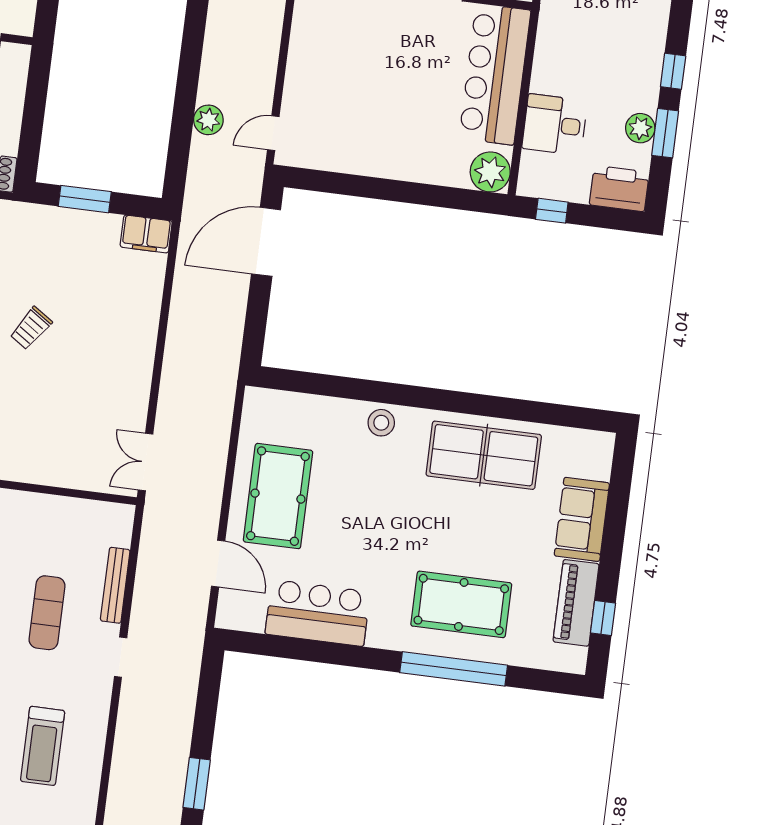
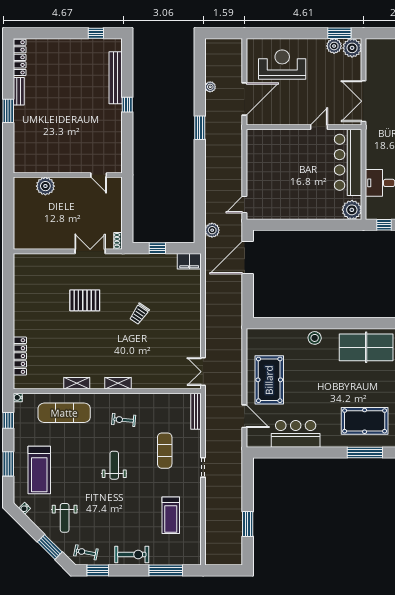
plant: (208, 120) -> (212, 230), moved
window: (85, 199) -> (157, 248), width x0.67
bench: (115, 585) -> (196, 411), moved
window: (454, 669) -> (365, 453), width x0.68

